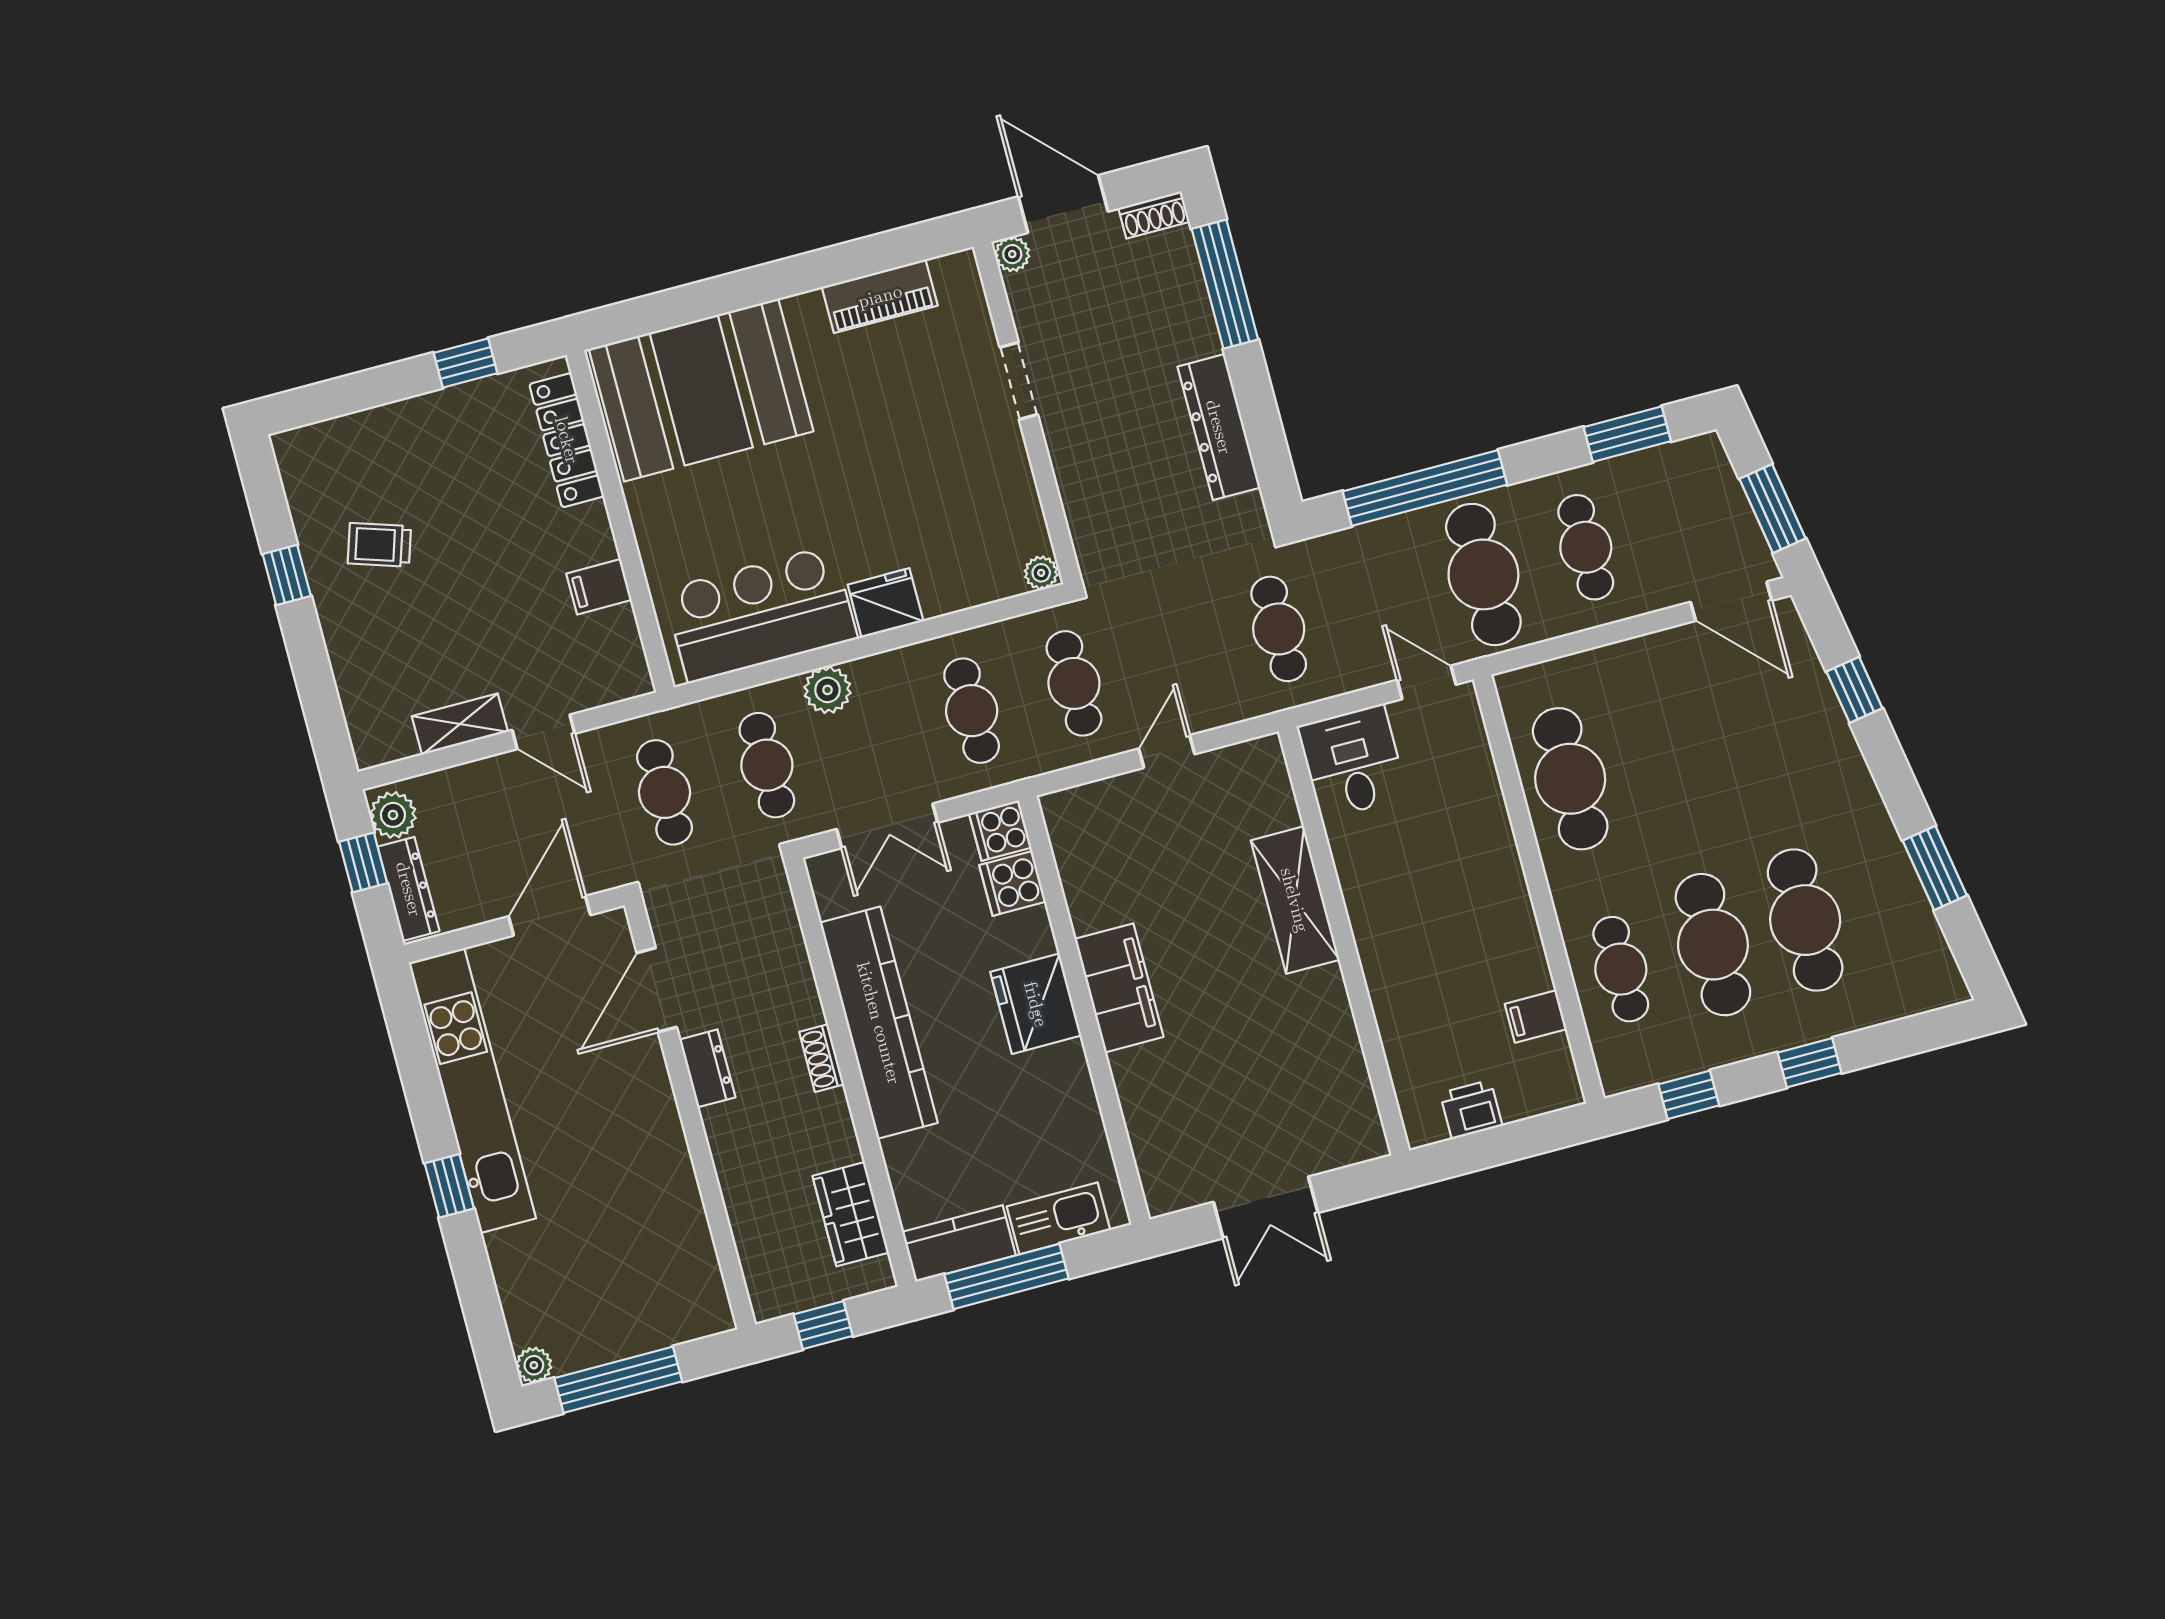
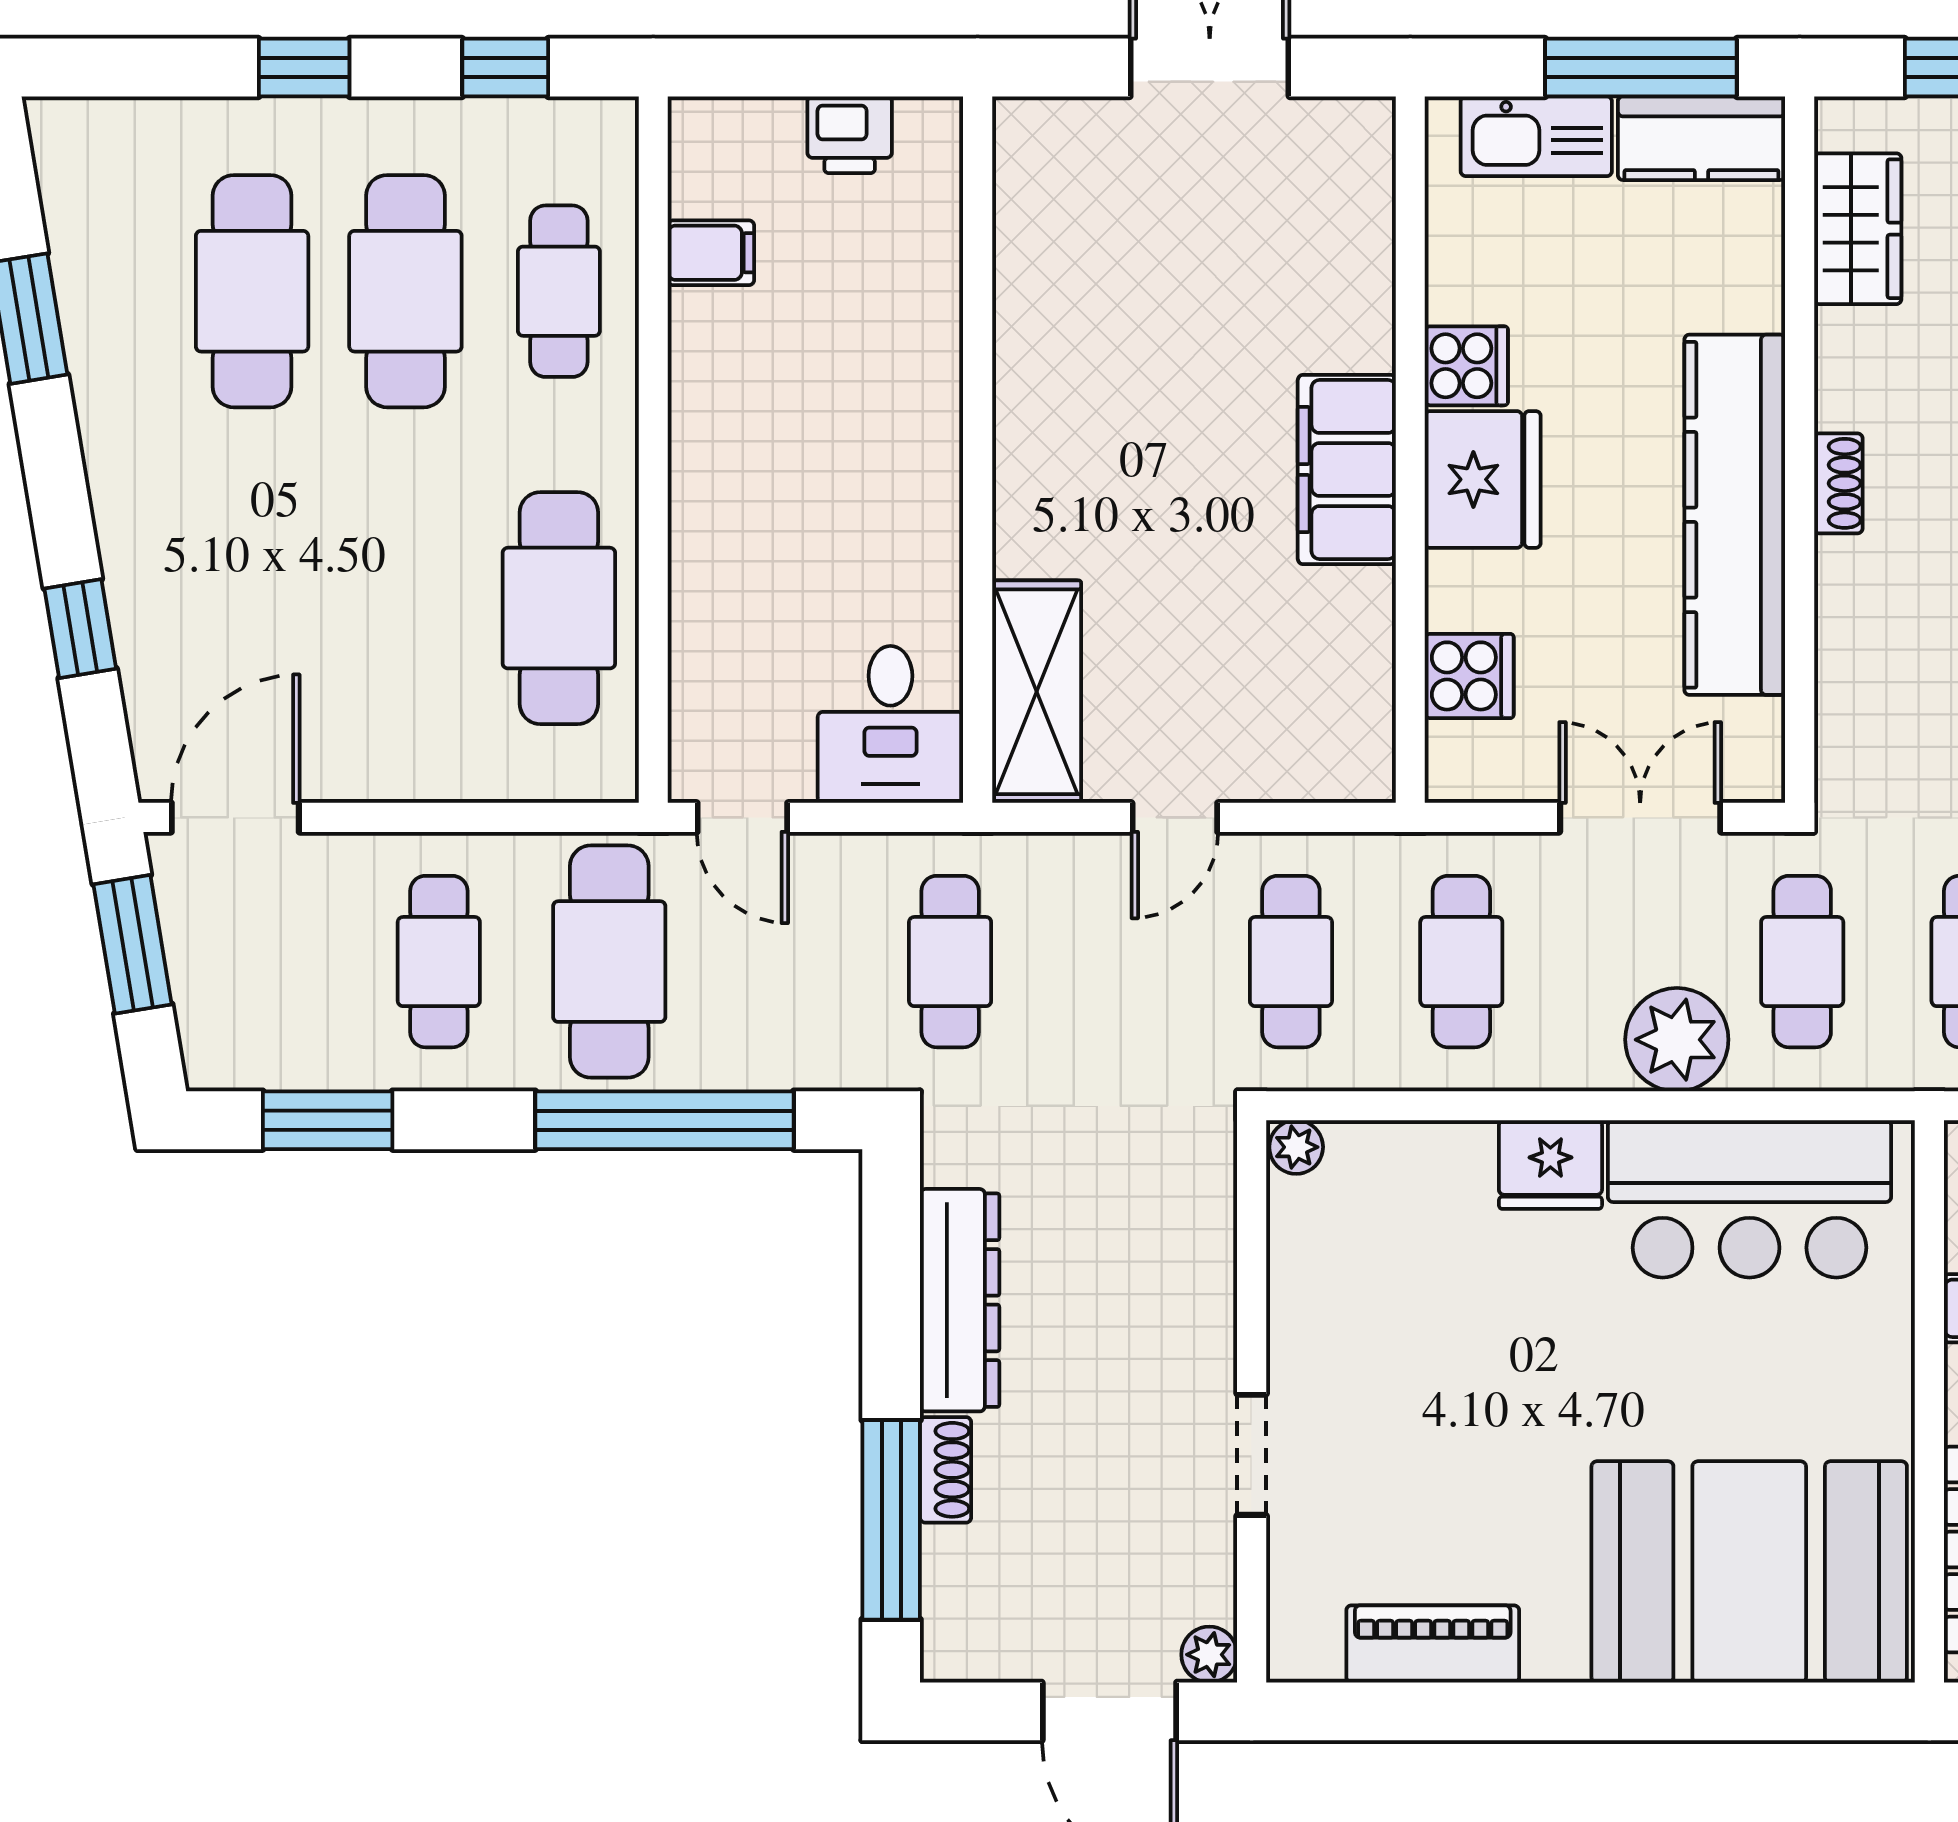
shoe rack: (1154, 215) -> (946, 1470), moved, turned 90
door: (1731, 601) -> (235, 817), hinge flipped
plant: (827, 690) -> (1677, 1040), width x1.36, depth x1.36
cooker: (1000, 830) -> (1466, 366), moved
shelving: (1295, 900) -> (1037, 692), moved

